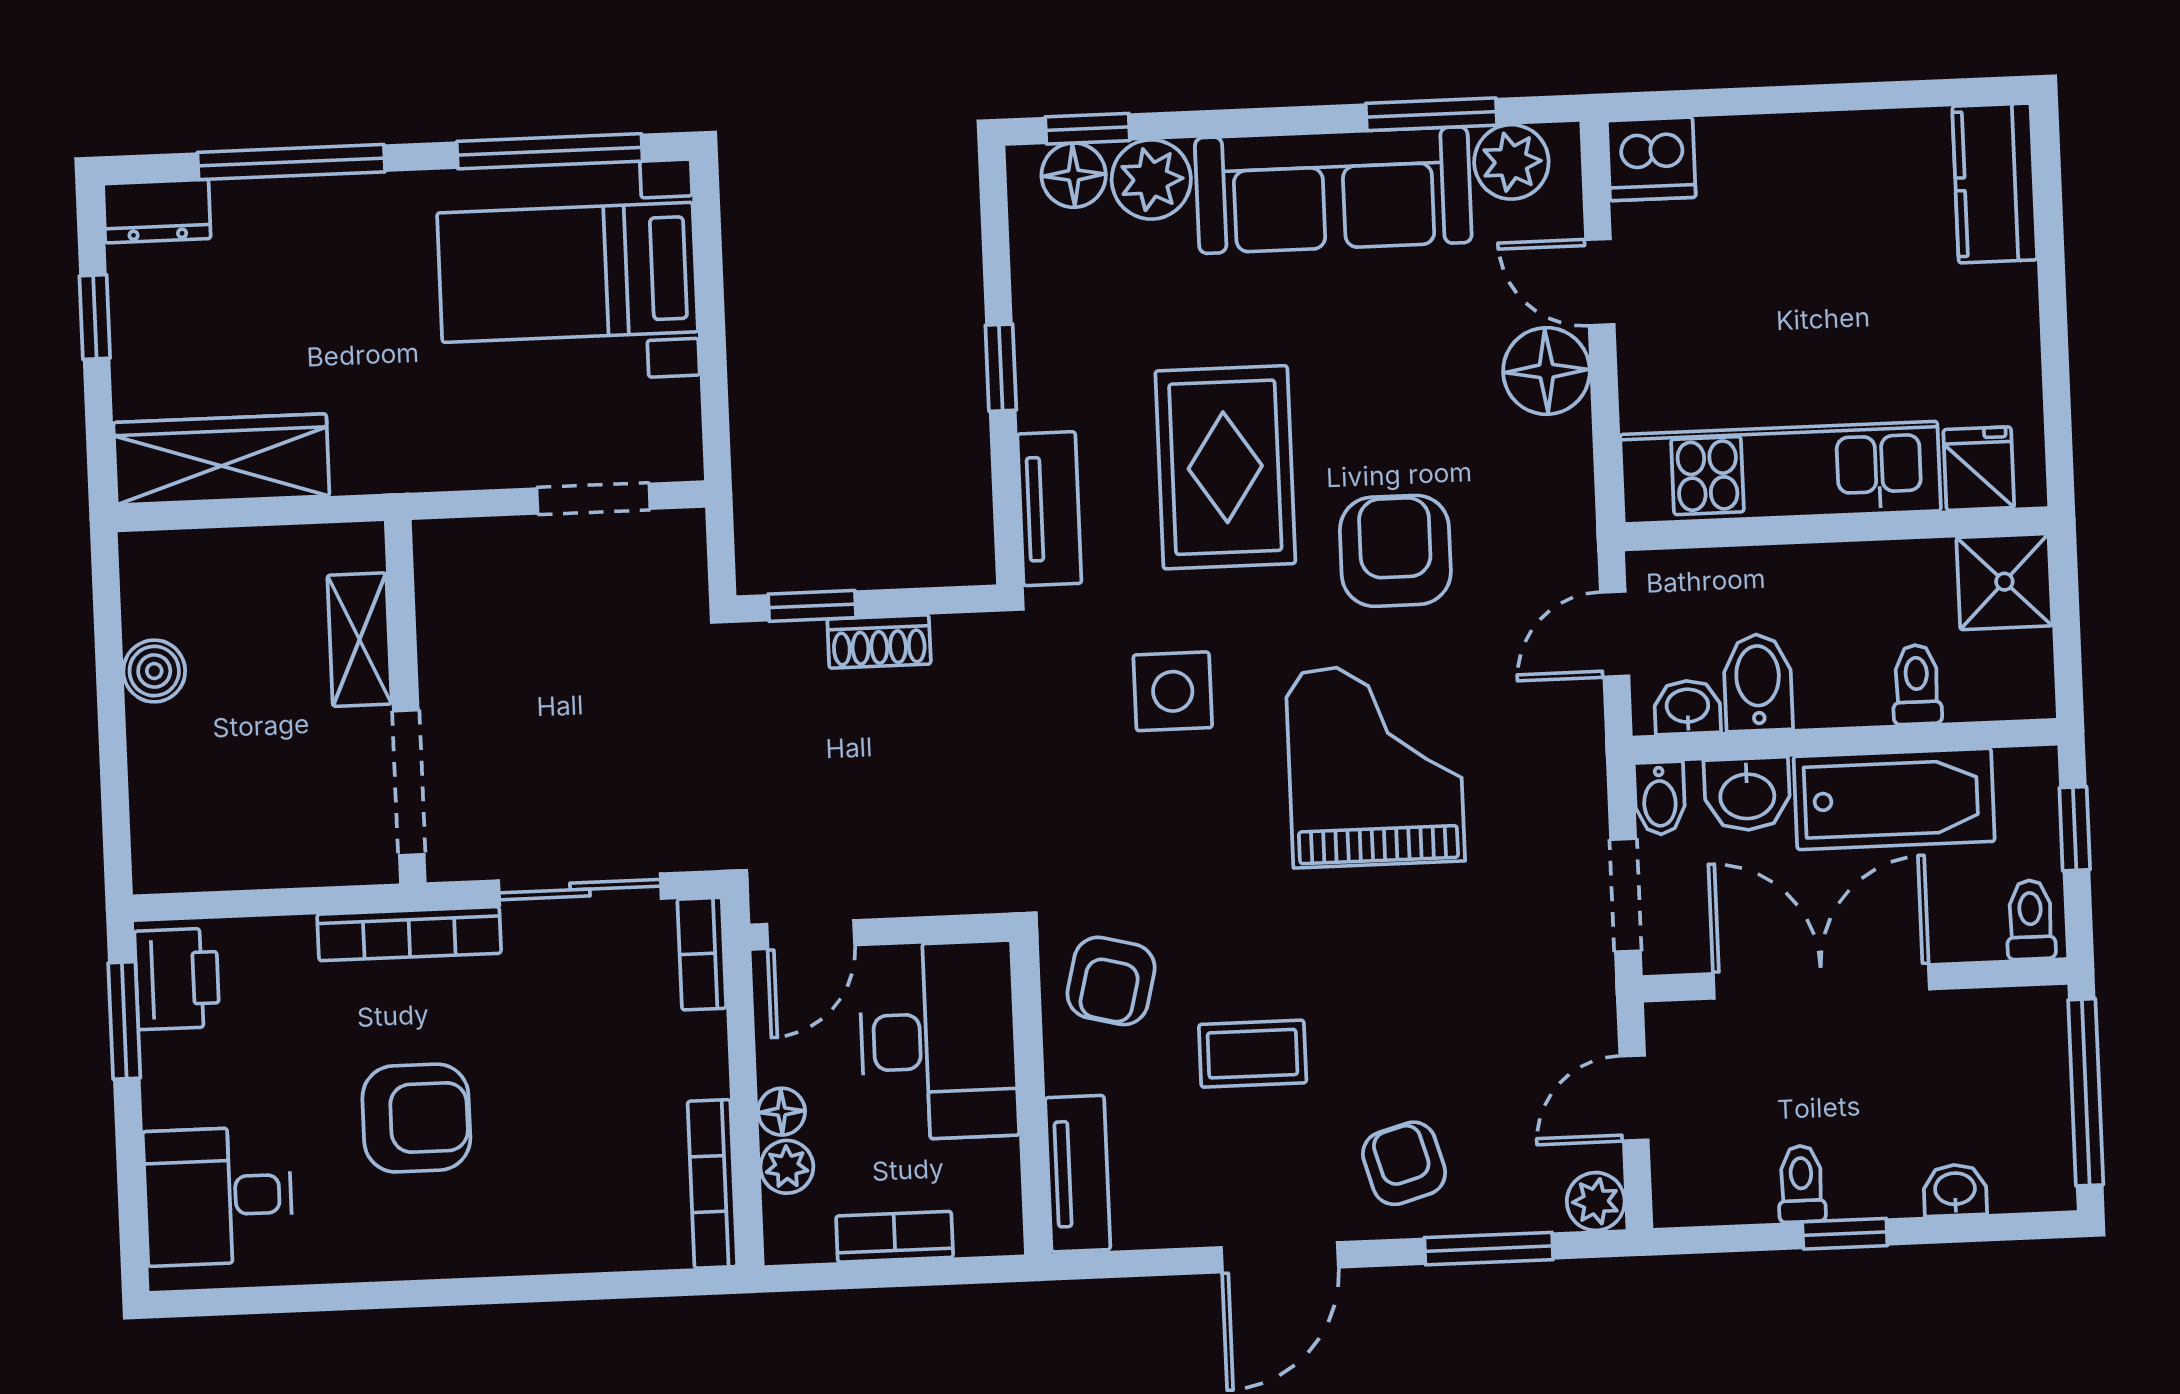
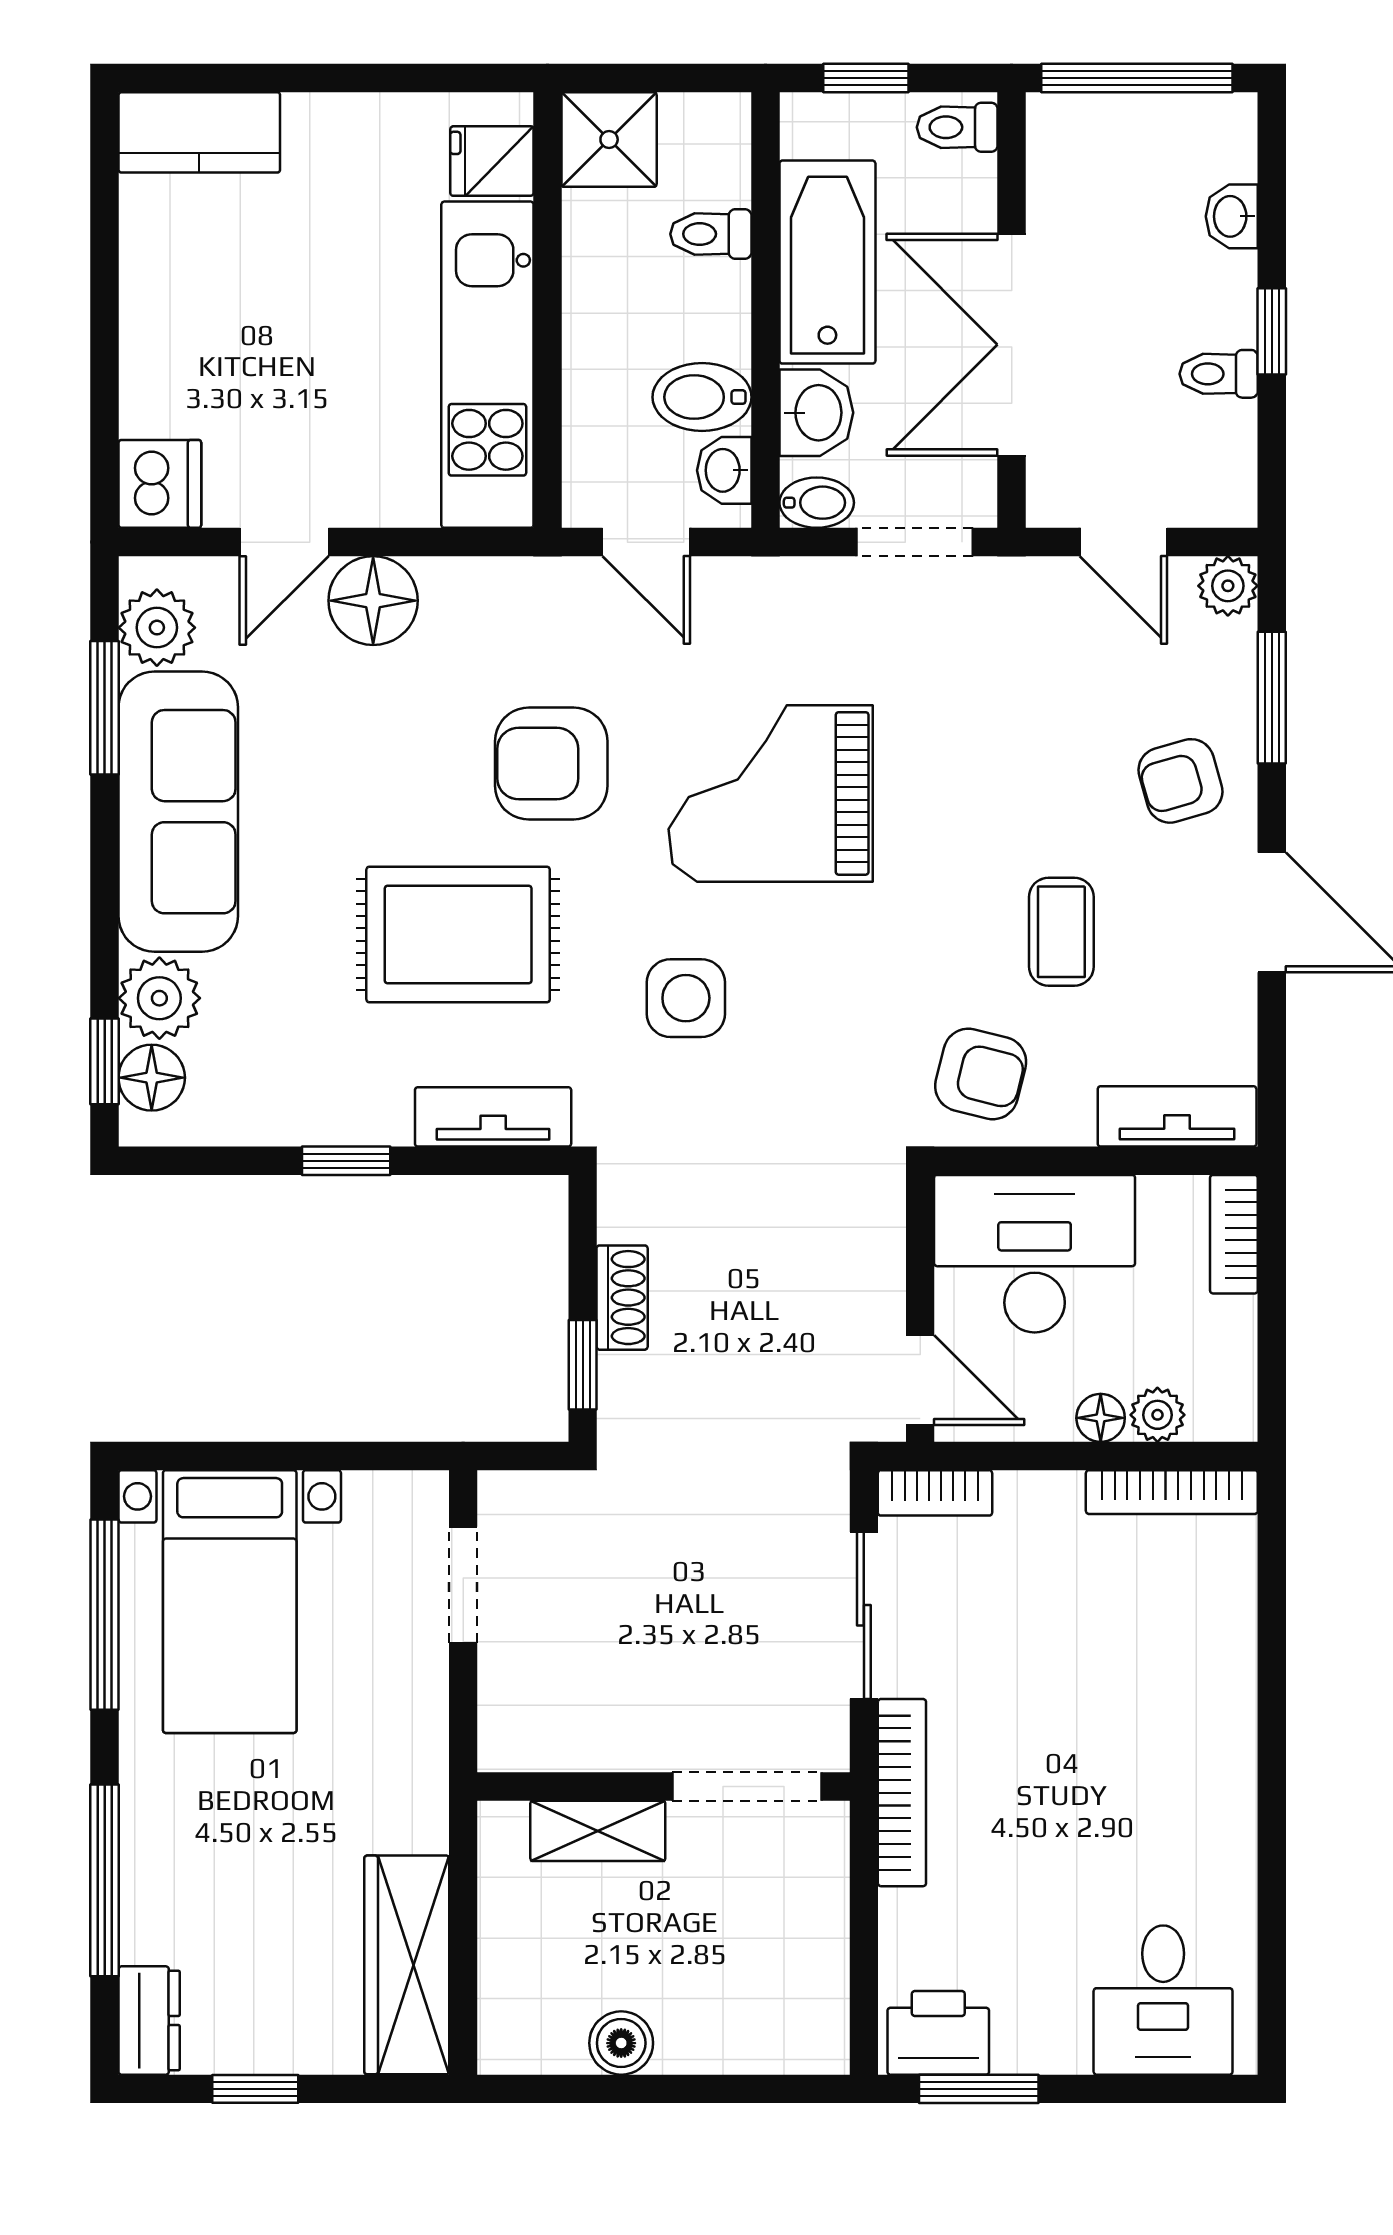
armchair: (416, 1118) -> (1091, 1793), removed
bookcase: (895, 1237) -> (1234, 1234), moved

